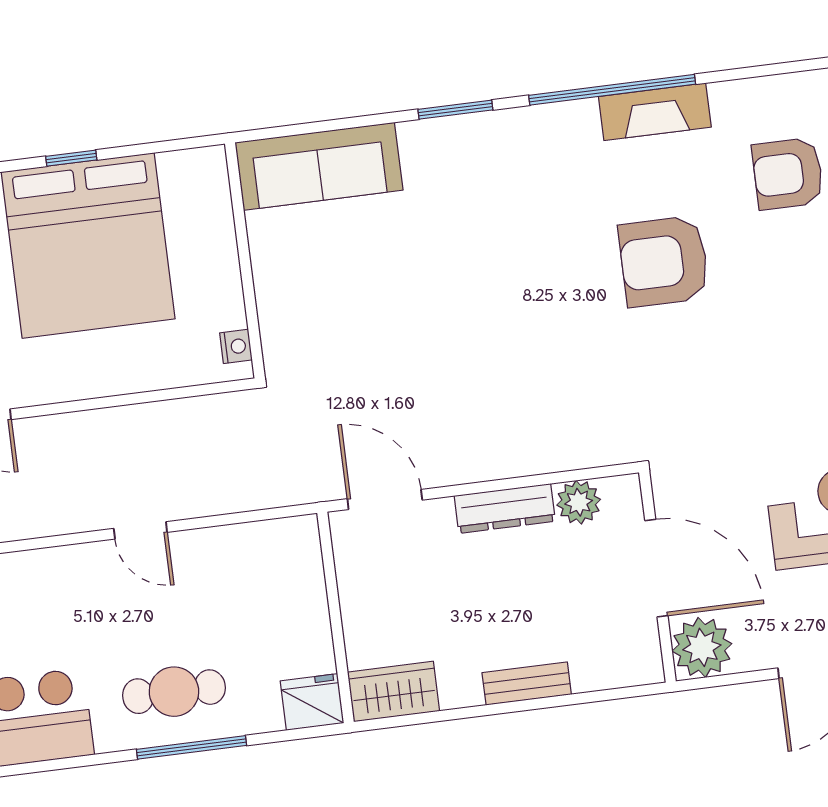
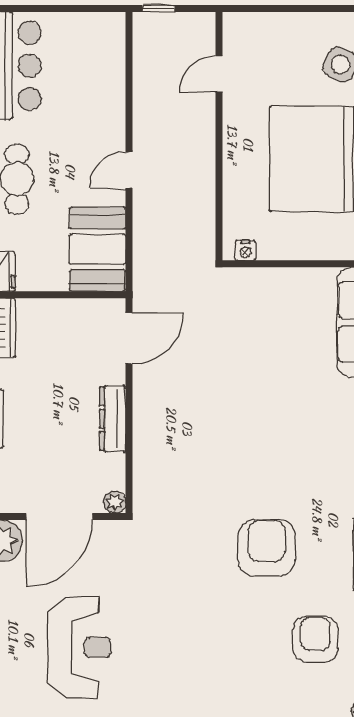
plant: (579, 502) -> (115, 502), moved, width x0.73, depth x0.73
booth: (261, 562) -> (98, 249), added

